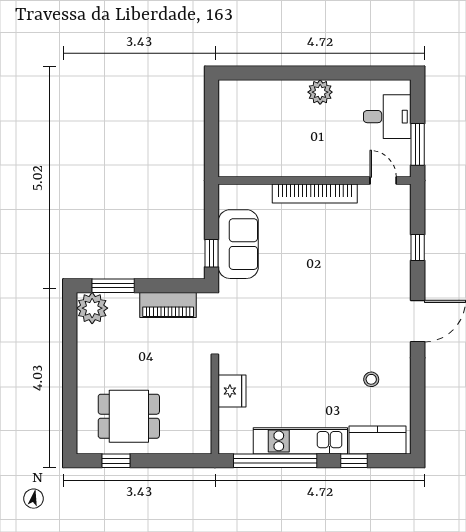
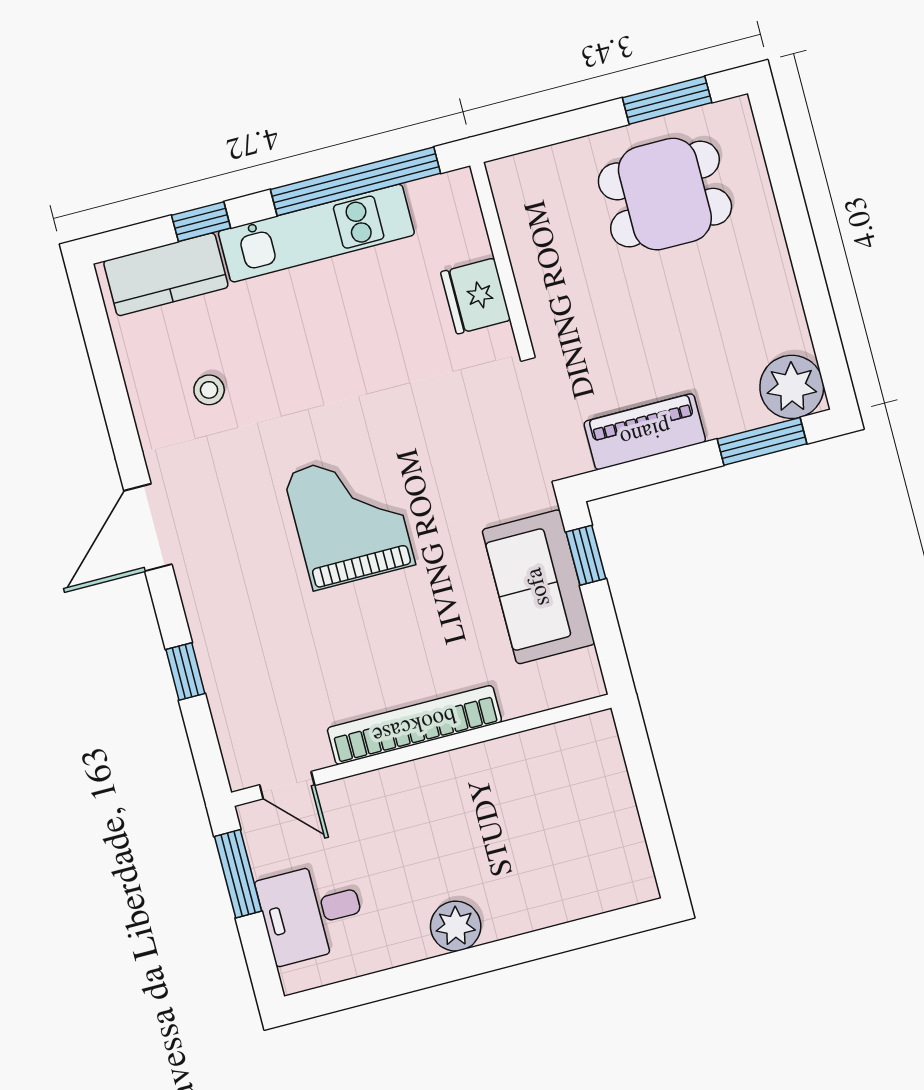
grand piano: (320, 300) -> (349, 519), added
window: (116, 461) -> (667, 100), width x1.50

